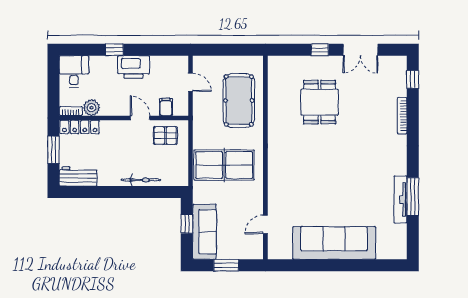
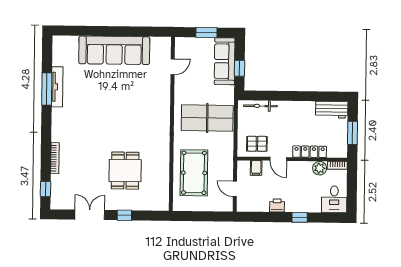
printer: (134, 67) -> (277, 206), width x0.53, depth x0.68
locker: (80, 127) -> (310, 152), moved
bicycle: (141, 180) -> (260, 106), moved

